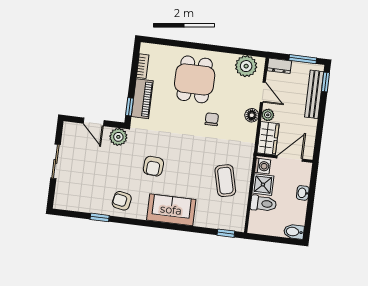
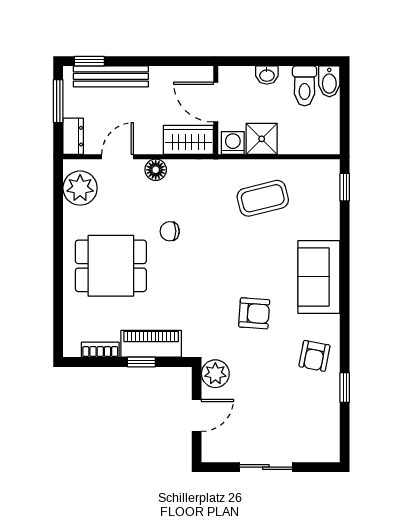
window: (130, 107) -> (141, 362), moved
plant: (268, 115) -> (152, 145), removed
toilet: (263, 204) -> (305, 86), moved, turned 180

